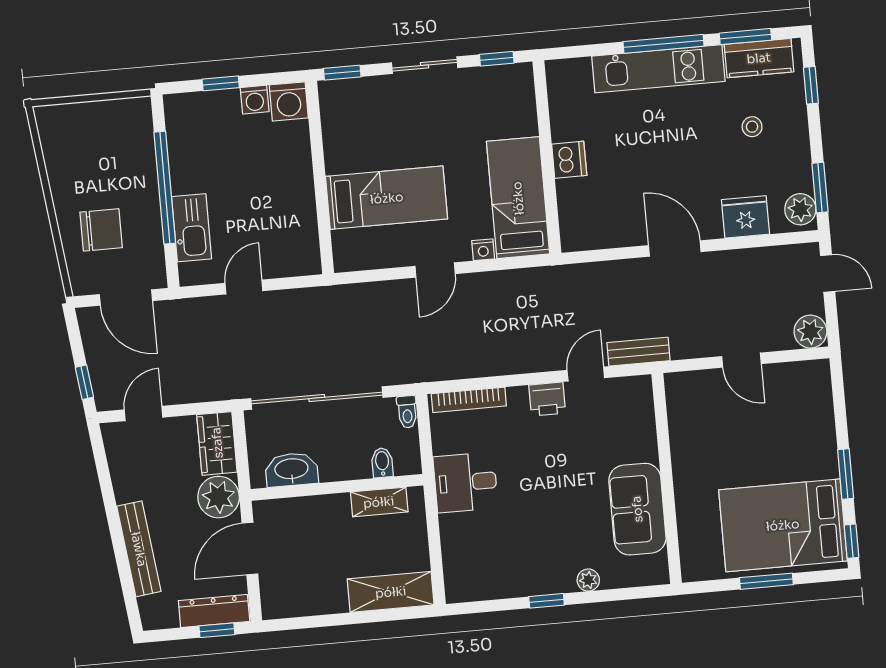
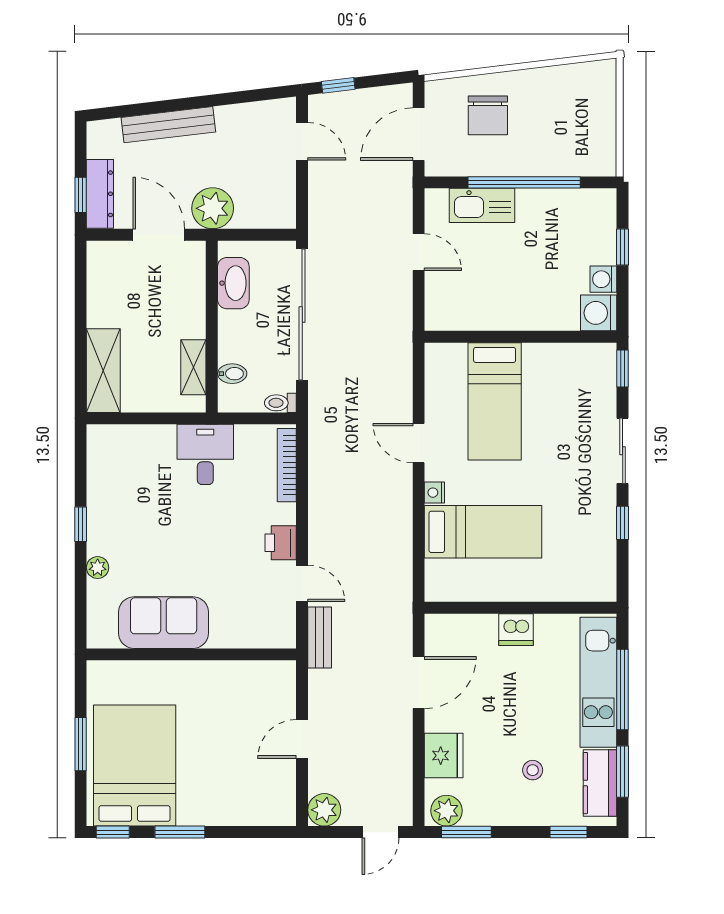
wall: (547, 157) -> (521, 608), moved
dishwasher: (569, 160) -> (516, 630), moved
wardrobe: (217, 443) -> (266, 211), removed

